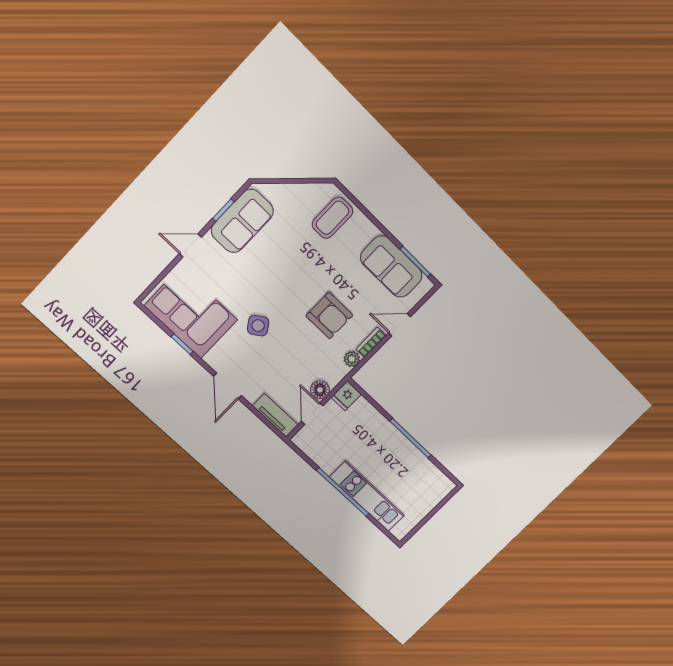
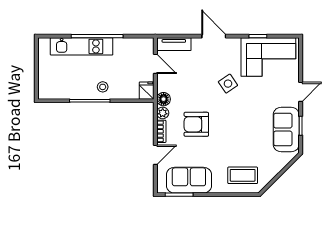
coffee table: (332, 218) -> (243, 175), turned 90
floor lamp: (320, 390) -> (164, 99), moved
stool: (385, 440) -> (103, 87), added

